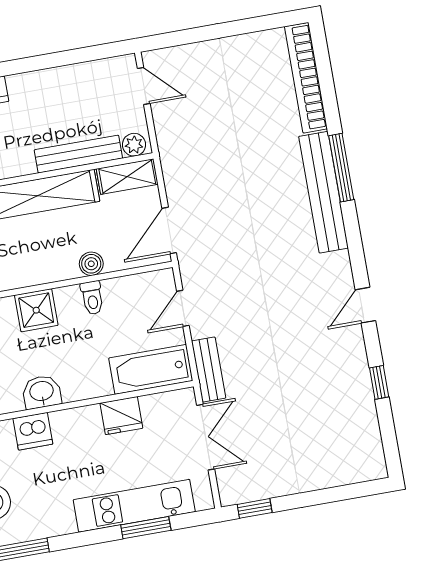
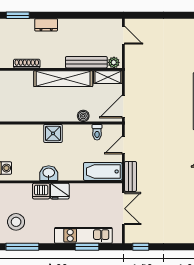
toilet: (92, 298) -> (97, 132), moved
fridge: (121, 416) -> (60, 191), moved

